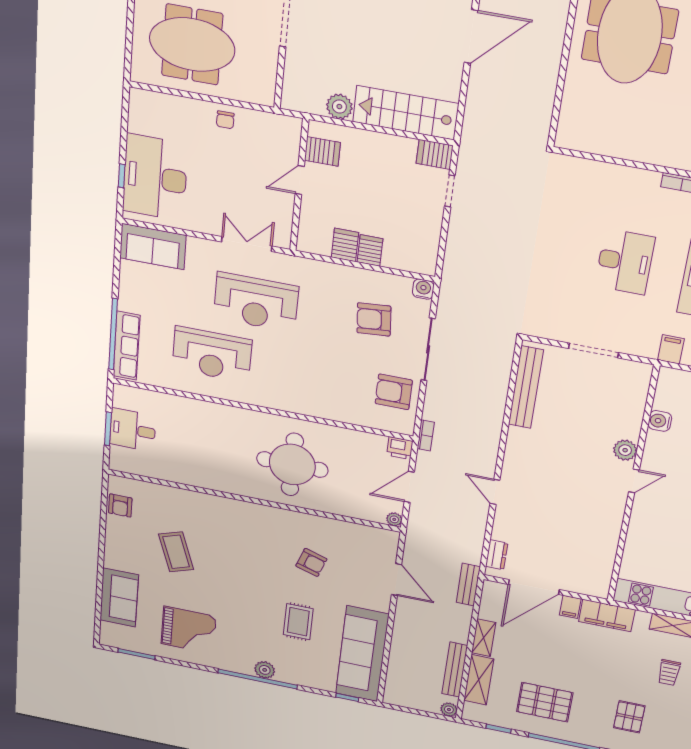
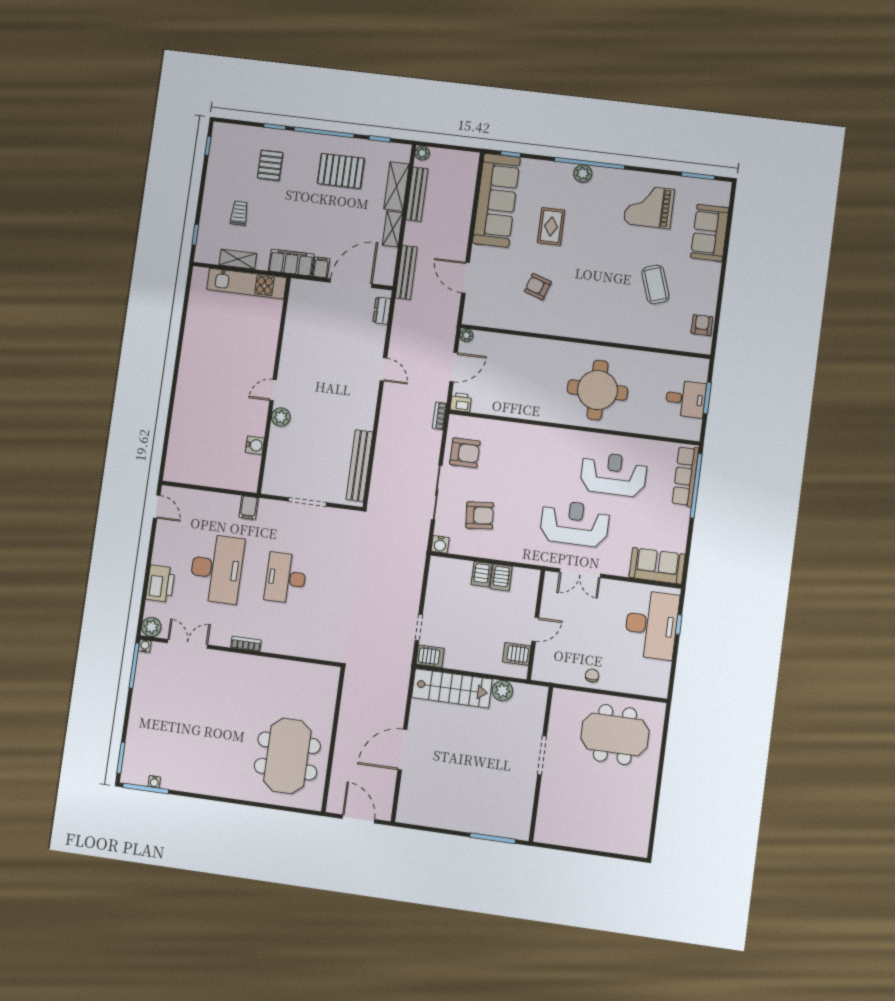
round table: (292, 464) -> (597, 390), moved
bench: (468, 585) -> (406, 272), width x1.36

